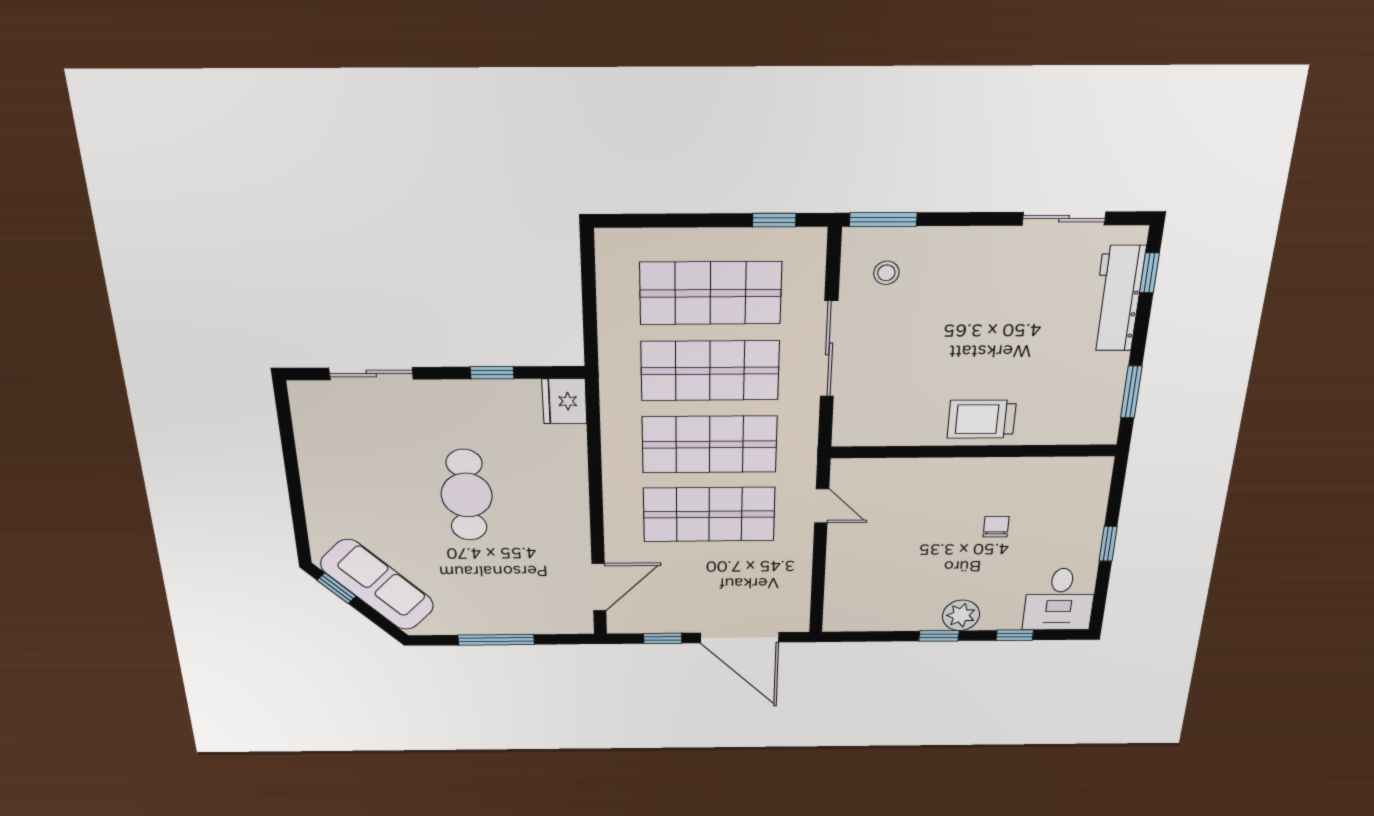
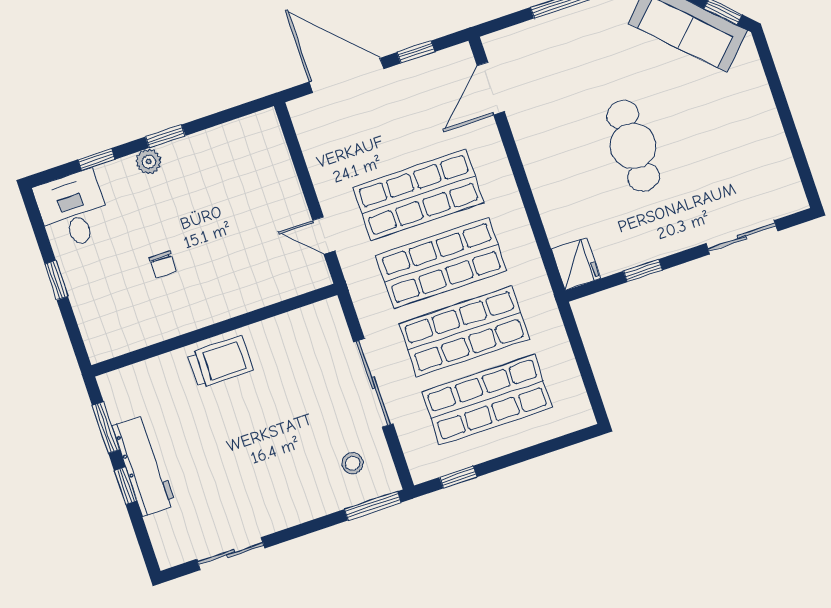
window: (1149, 273) -> (125, 486), moved
workbench: (1117, 299) -> (144, 466), moved
plant: (961, 615) -> (149, 162), width x0.73, depth x0.73

